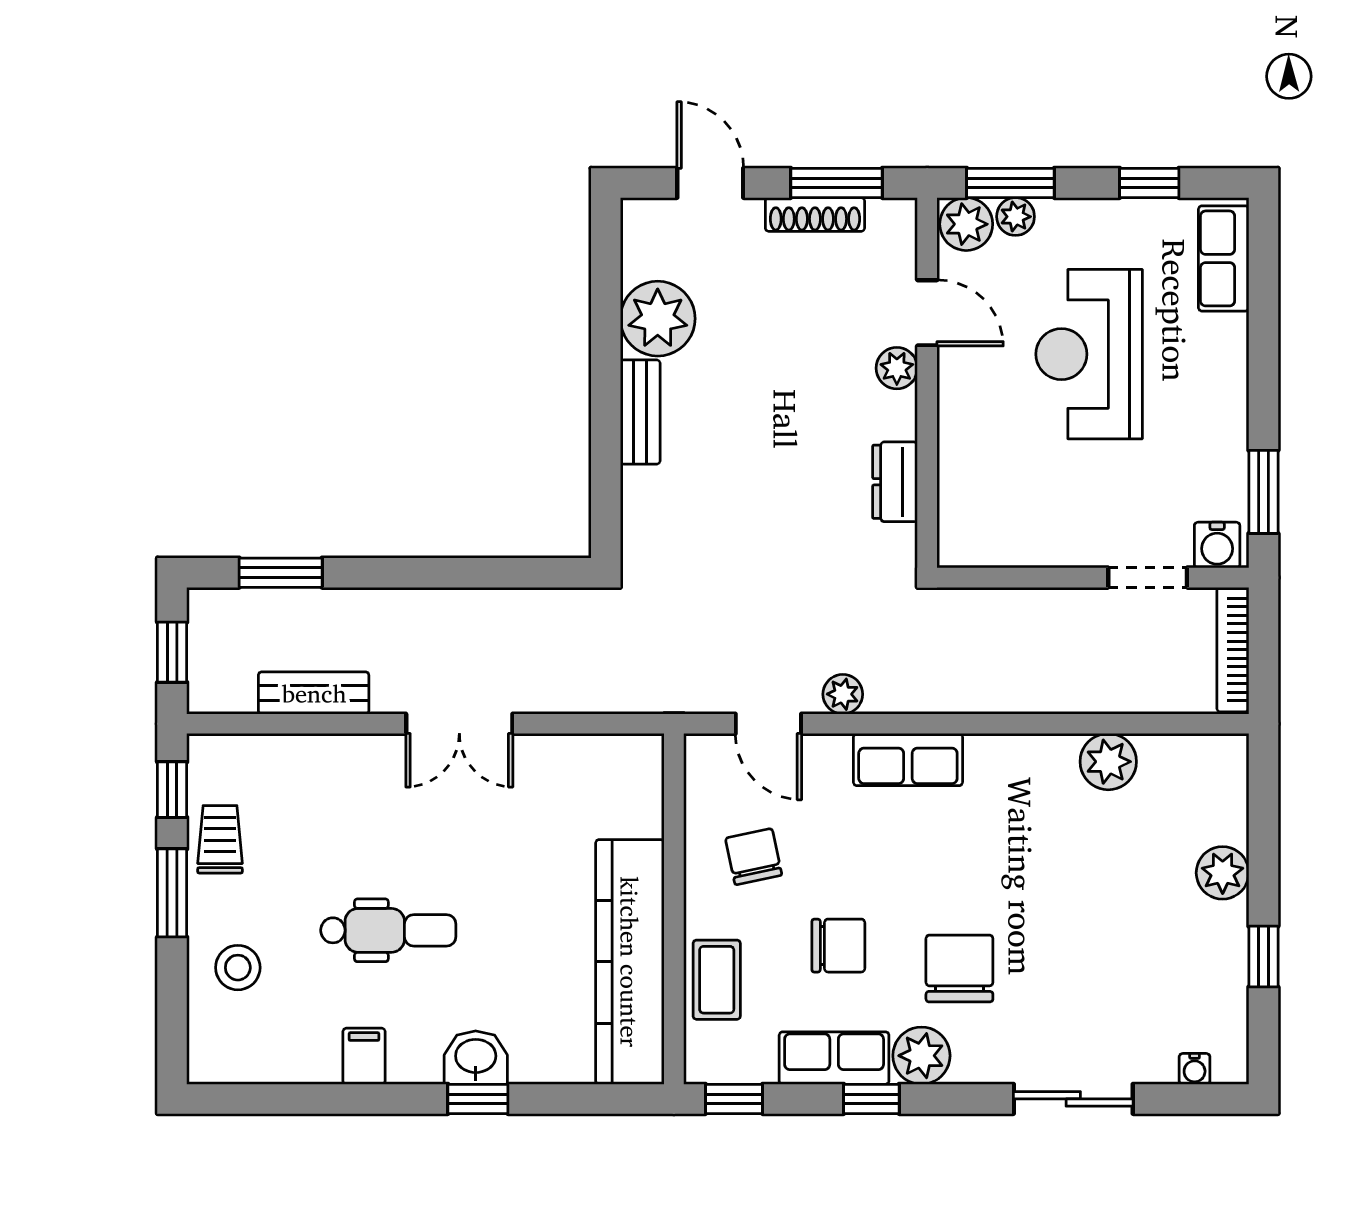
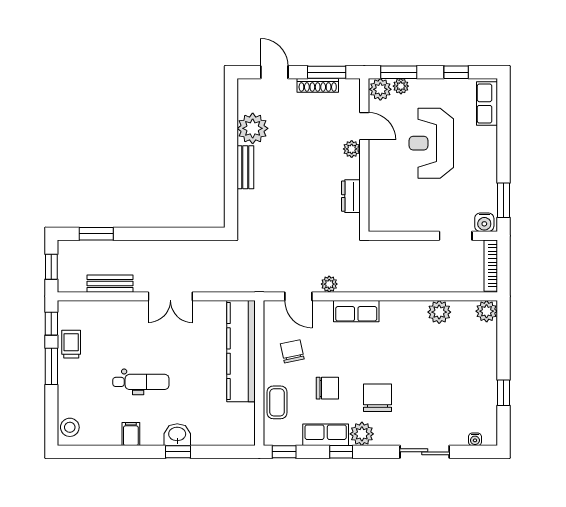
plant: (1223, 873) -> (487, 311), moved
kitchen counter: (630, 962) -> (241, 351), moved
stool: (238, 968) -> (70, 427), moved

